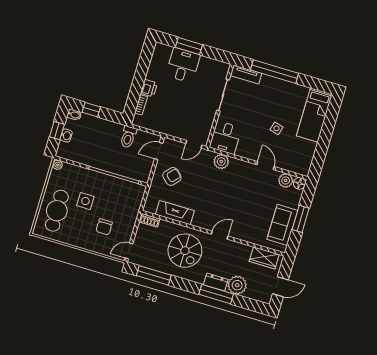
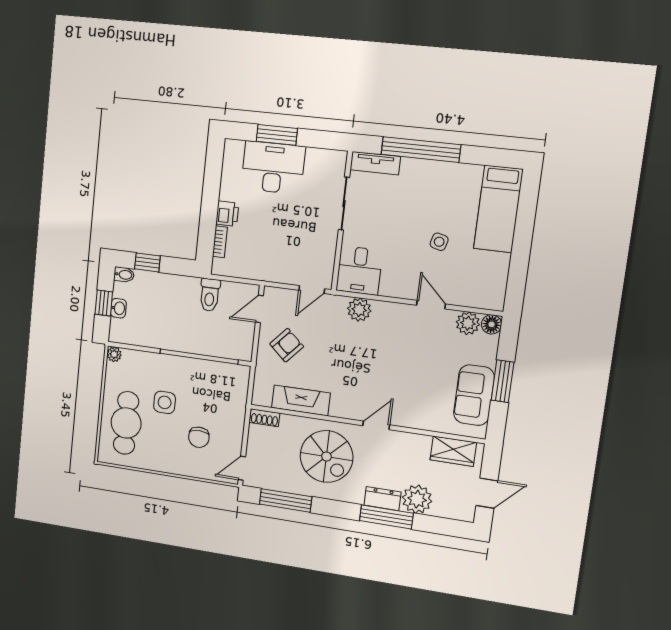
desk: (183, 65) -> (273, 168), width x1.37

